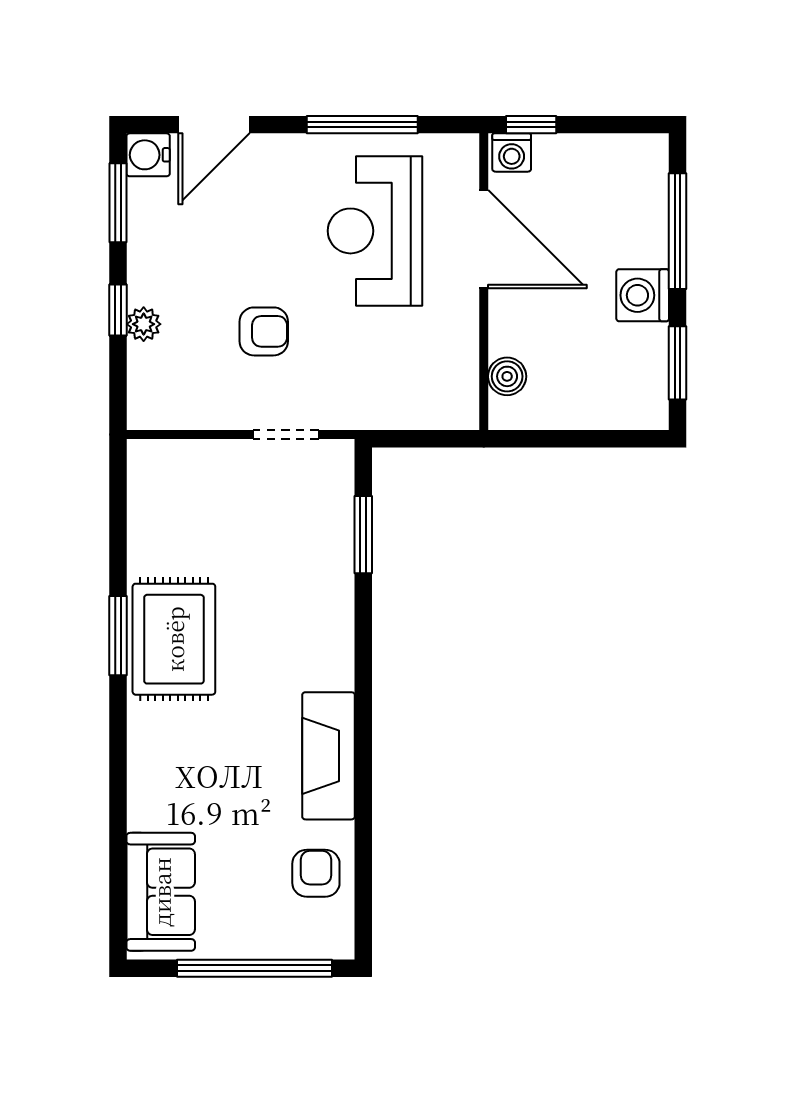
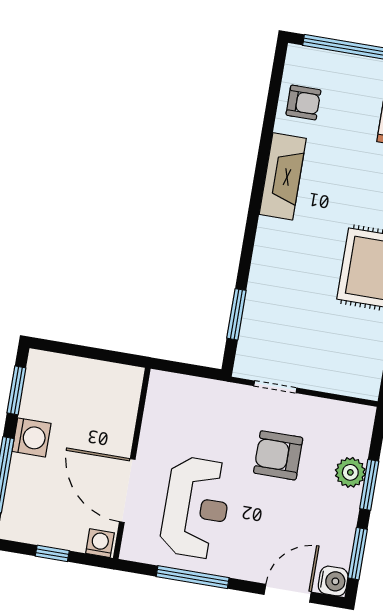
window: (531, 125) -> (52, 553), moved
window: (118, 310) -> (369, 485), width x1.50
plant: (144, 324) -> (350, 472), width x1.38, depth x1.38
armchair: (264, 331) -> (278, 455), width x1.38, depth x1.38
boiler: (507, 376) -> (127, 400), removed
armchair: (316, 873) -> (303, 102), turned -90

